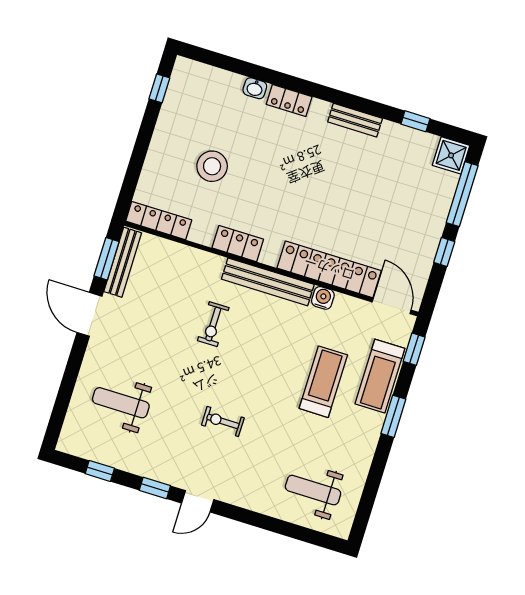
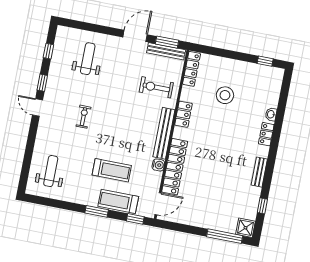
window: (444, 252) -> (191, 230), removed
exercise bike: (213, 324) -> (156, 87), moved, width x1.38, depth x1.39

